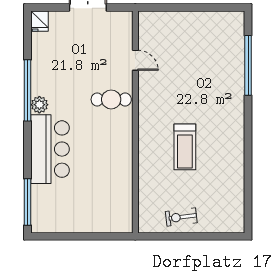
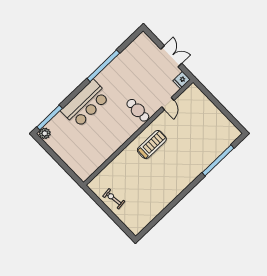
fridge: (39, 21) -> (182, 80), moved
plant: (39, 105) -> (45, 133), moved
treadmill: (185, 147) -> (152, 145), moved, turned 180

